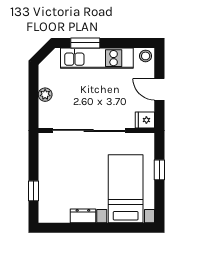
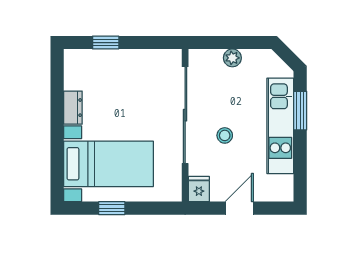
stool: (146, 56) -> (225, 135), moved
window: (159, 170) -> (112, 208), moved

